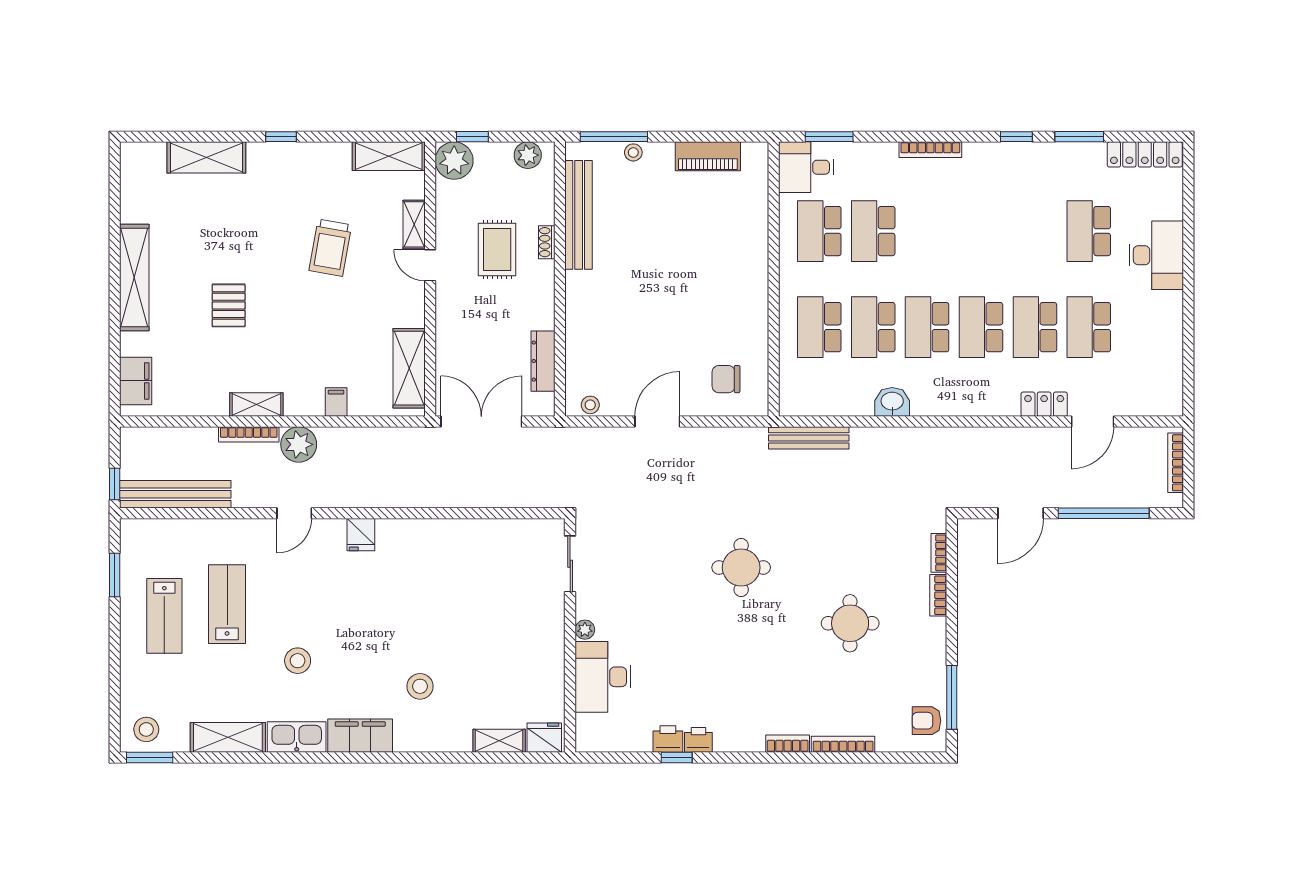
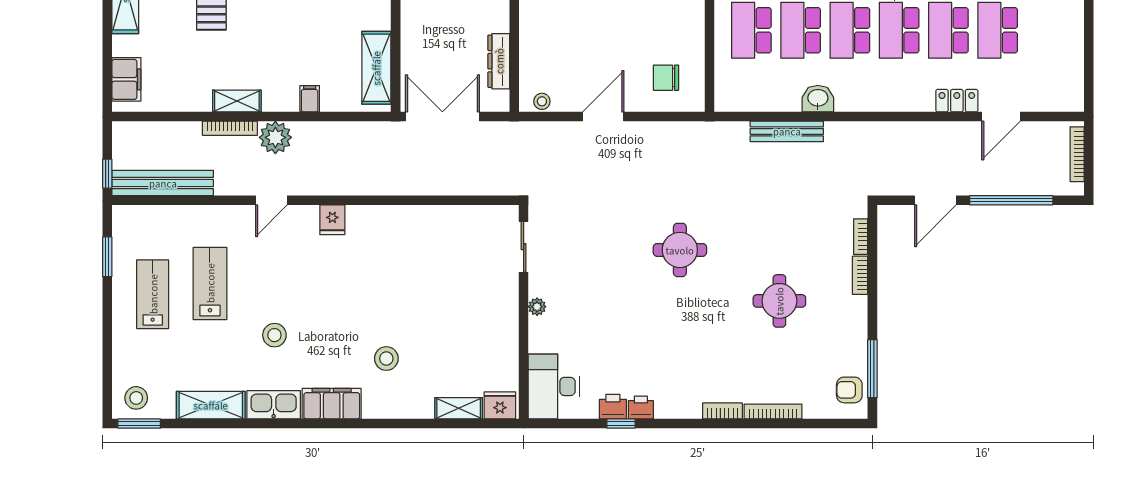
bench: (809, 438) -> (787, 131), moved
lab bench: (164, 616) -> (153, 294), turned 180
desk: (603, 677) -> (554, 386), moved

